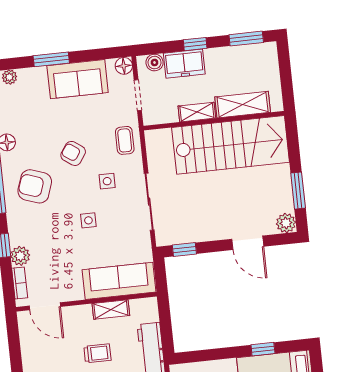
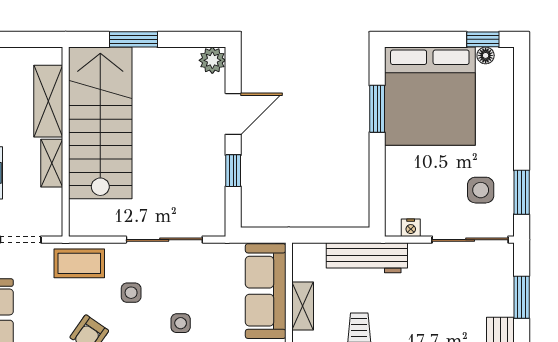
coffee table: (125, 140) -> (79, 263), width x1.36, depth x1.30
window: (298, 191) -> (133, 39), moved
window: (184, 250) -> (233, 171), moved
window: (263, 349) -> (377, 109), width x1.50

